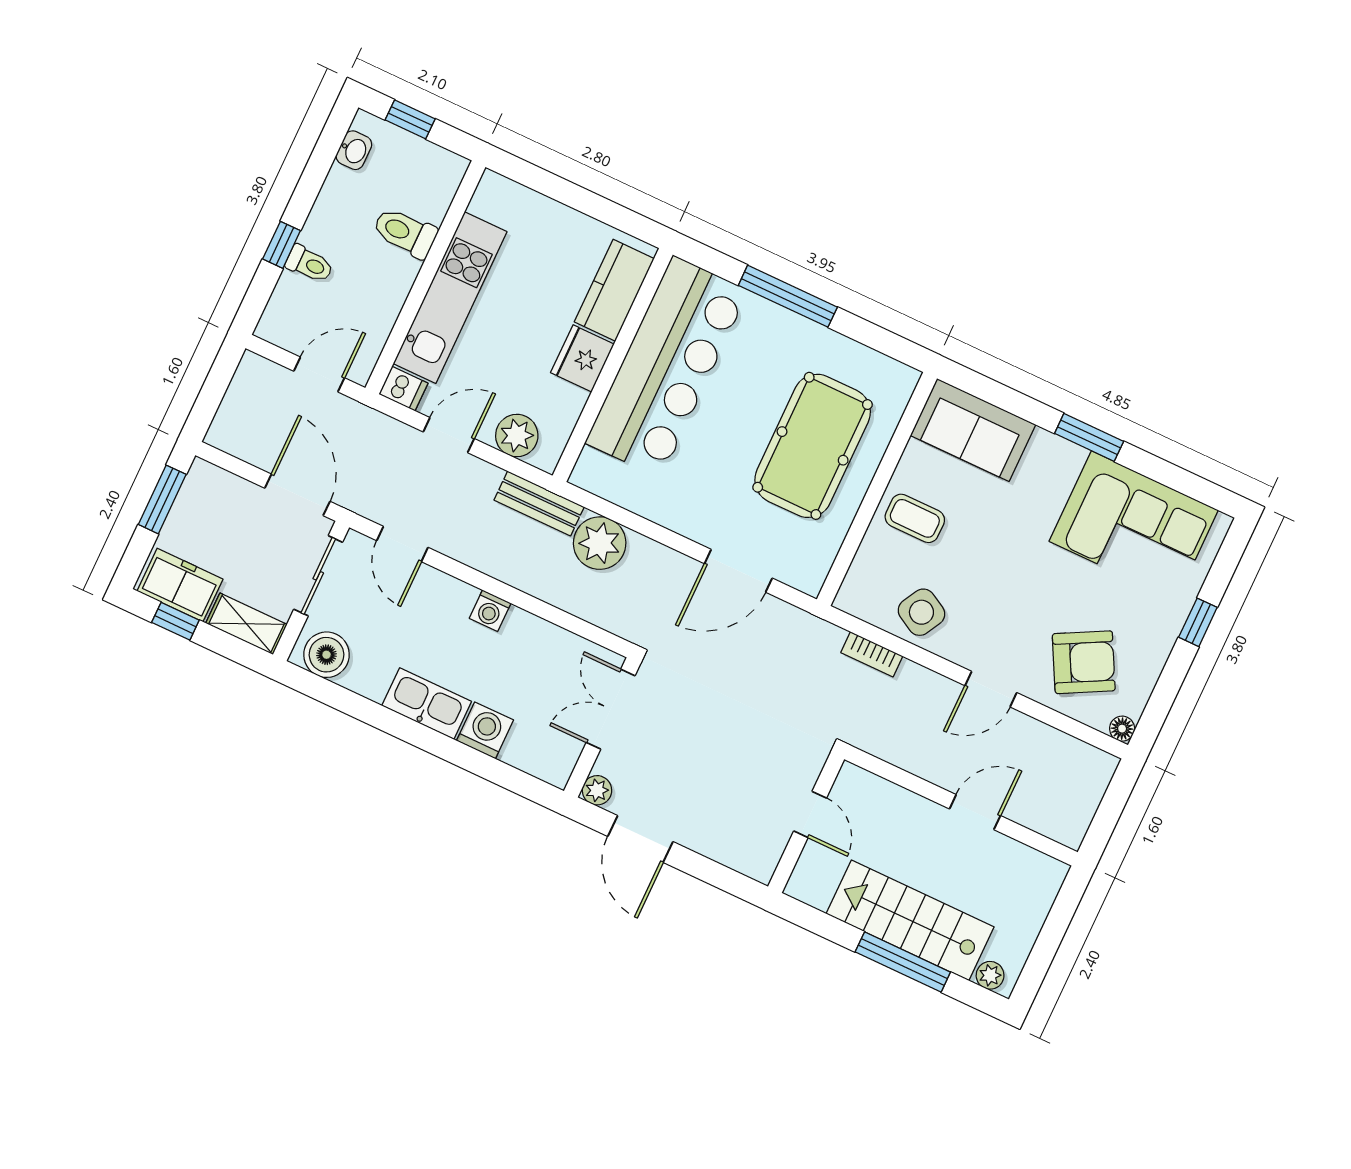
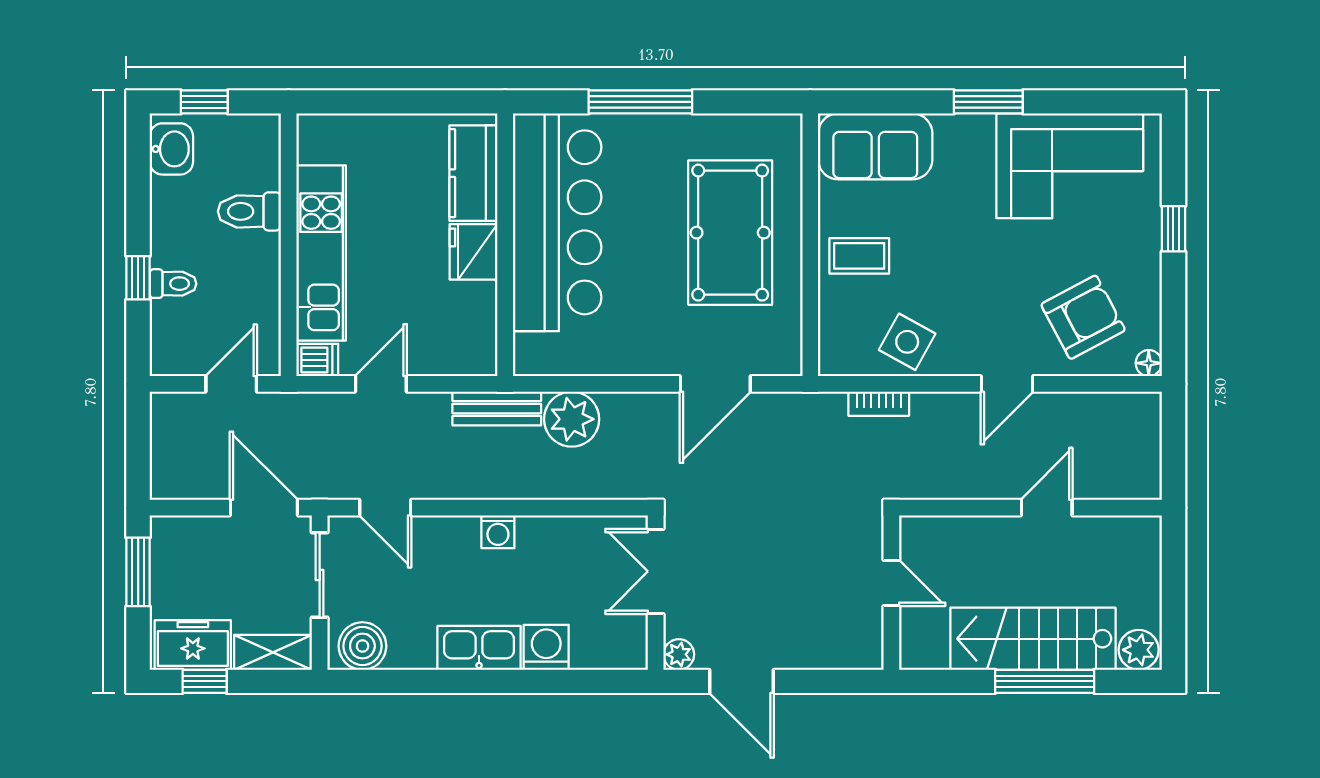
washbasin: (354, 150) -> (171, 149), width x1.38, depth x1.45
plant: (517, 436) -> (445, 354), removed
plant: (990, 975) -> (1139, 650), width x1.38, depth x1.38

